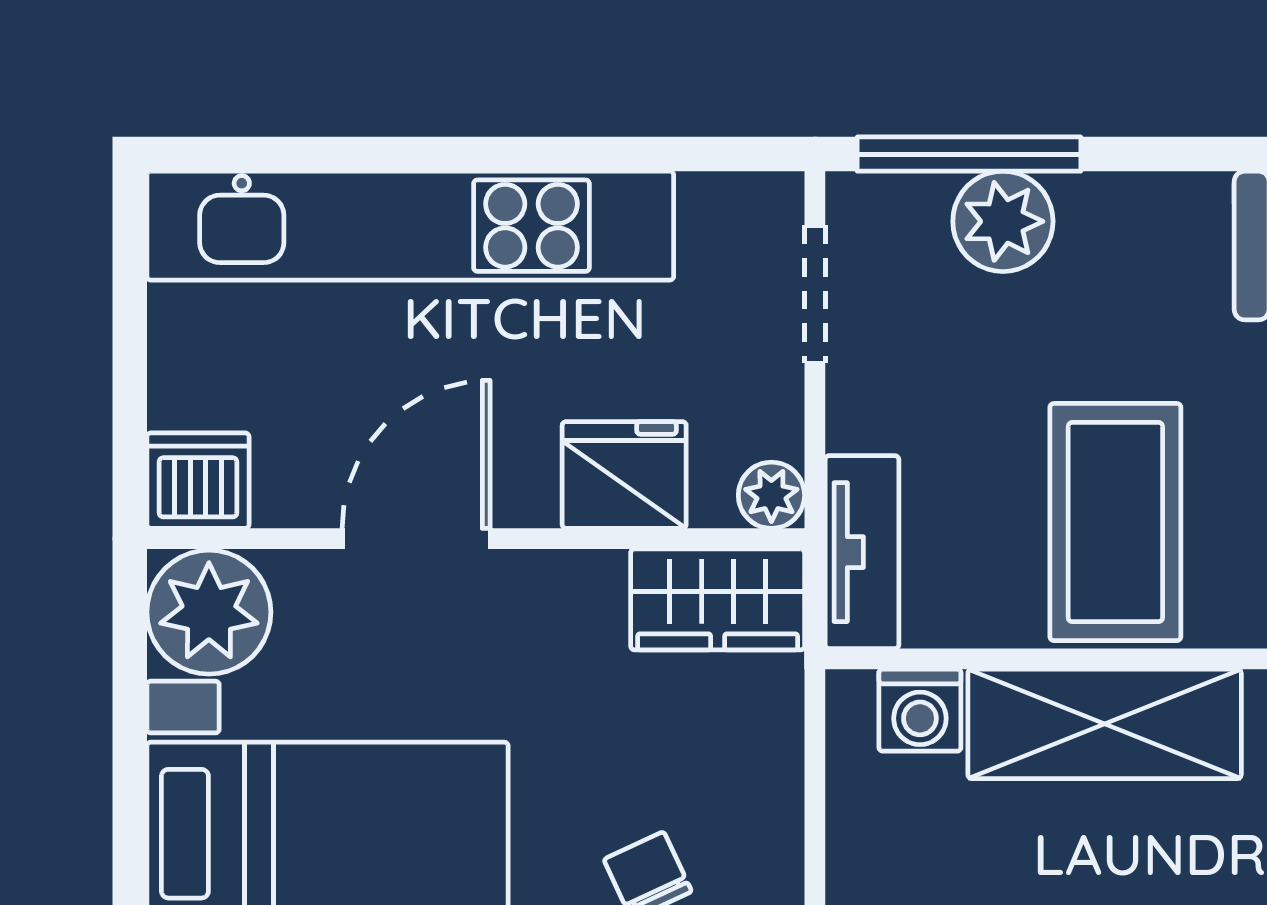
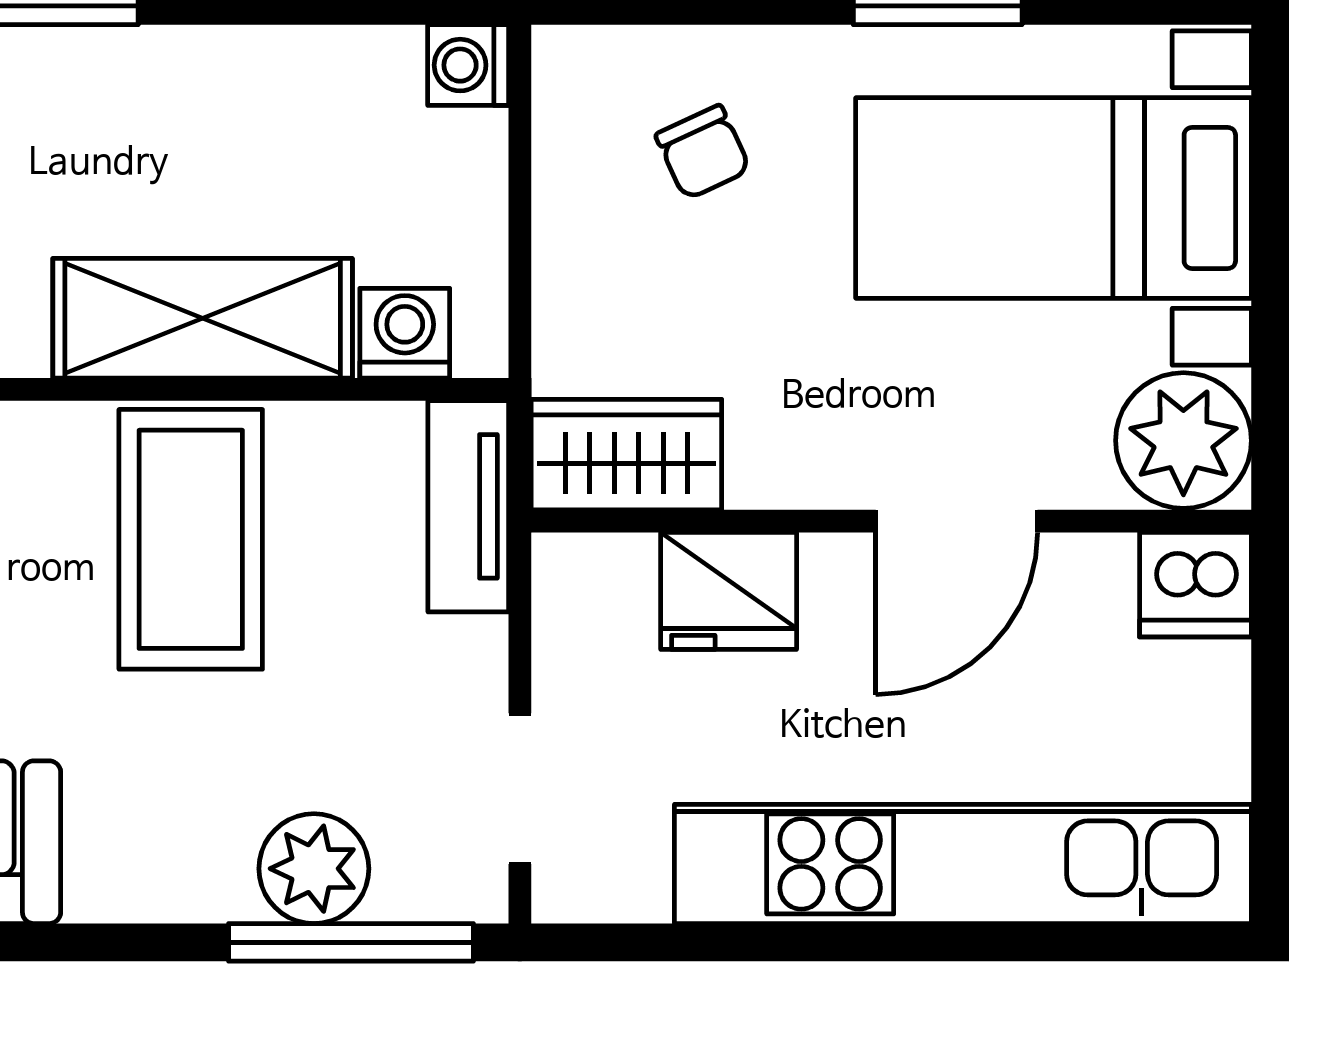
plant: (771, 495) -> (567, 569), removed

